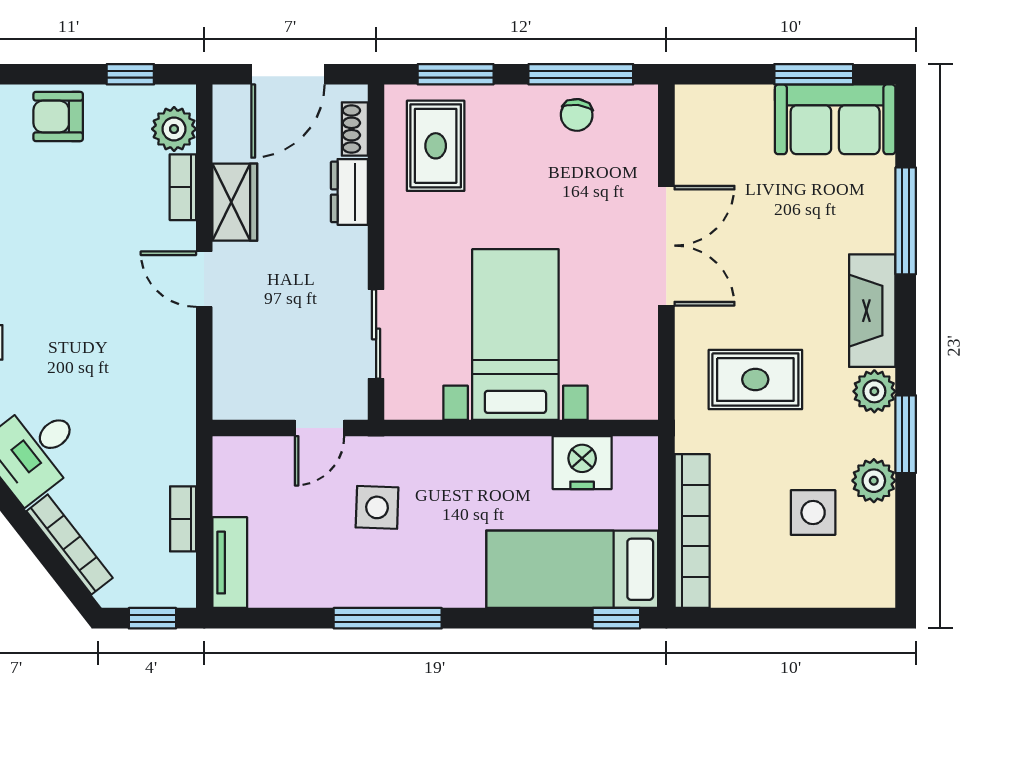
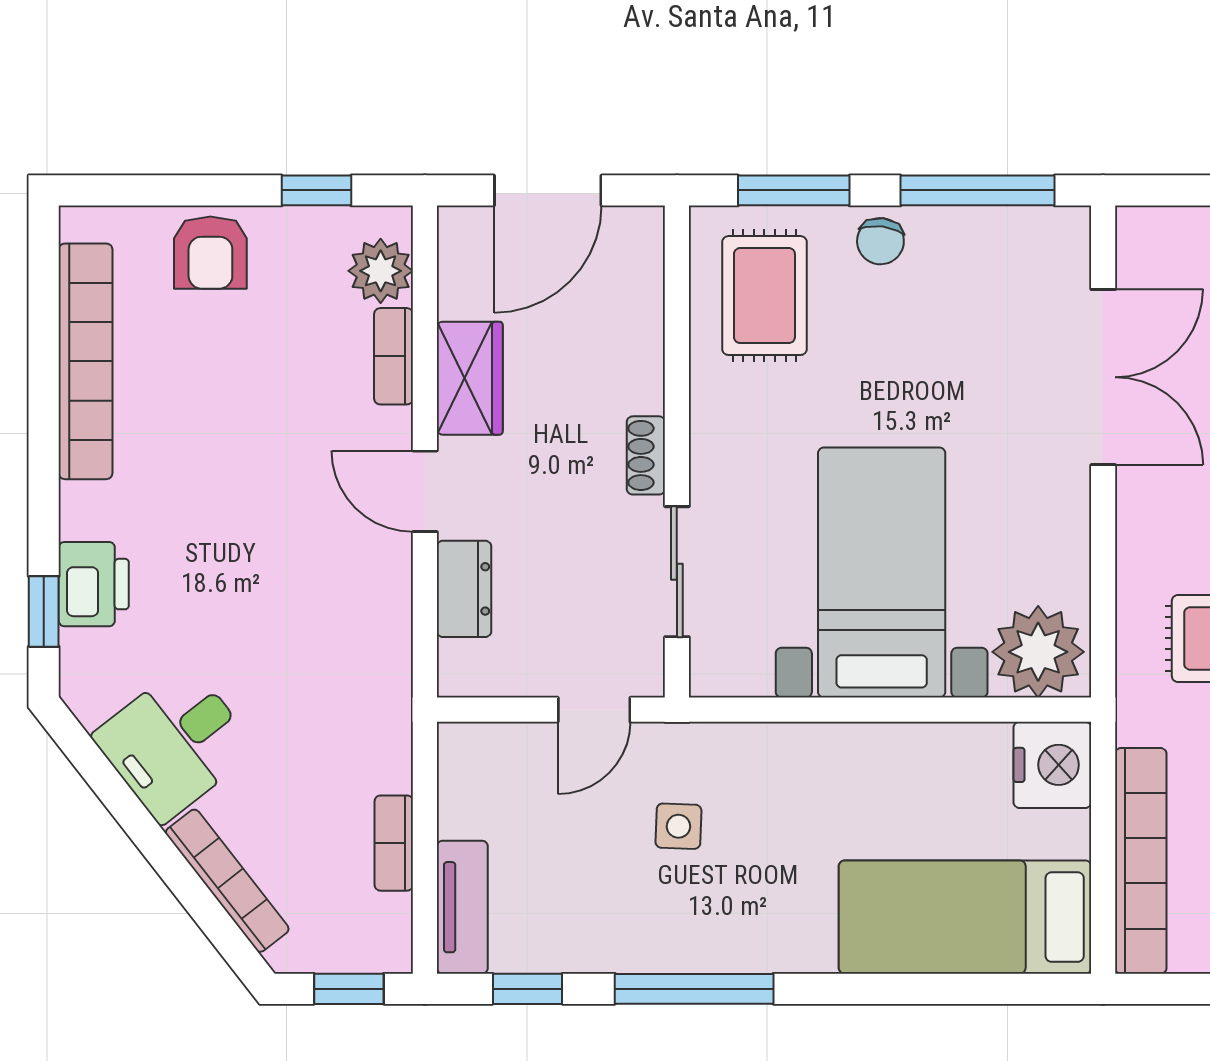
chair: (577, 115) -> (880, 241), moved
armchair: (58, 117) -> (210, 253), turned -90
shoe rack: (355, 129) -> (646, 455), moved
dresser: (349, 192) -> (464, 589), moved, turned 180
double door: (666, 246) -> (1103, 377), moved
plant: (622, 389) -> (1038, 652), added
nightstand: (582, 463) -> (1052, 765), moved, turned 90
side table: (377, 507) -> (678, 826), width x0.73, depth x0.73
window: (616, 618) -> (528, 989), moved

